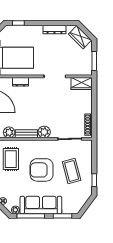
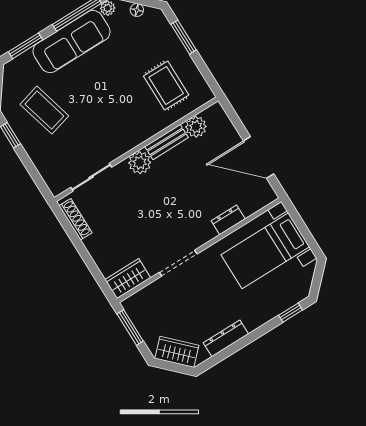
armchair: (42, 170) -> (106, 99), removed
coffee table: (72, 171) -> (44, 110), moved

